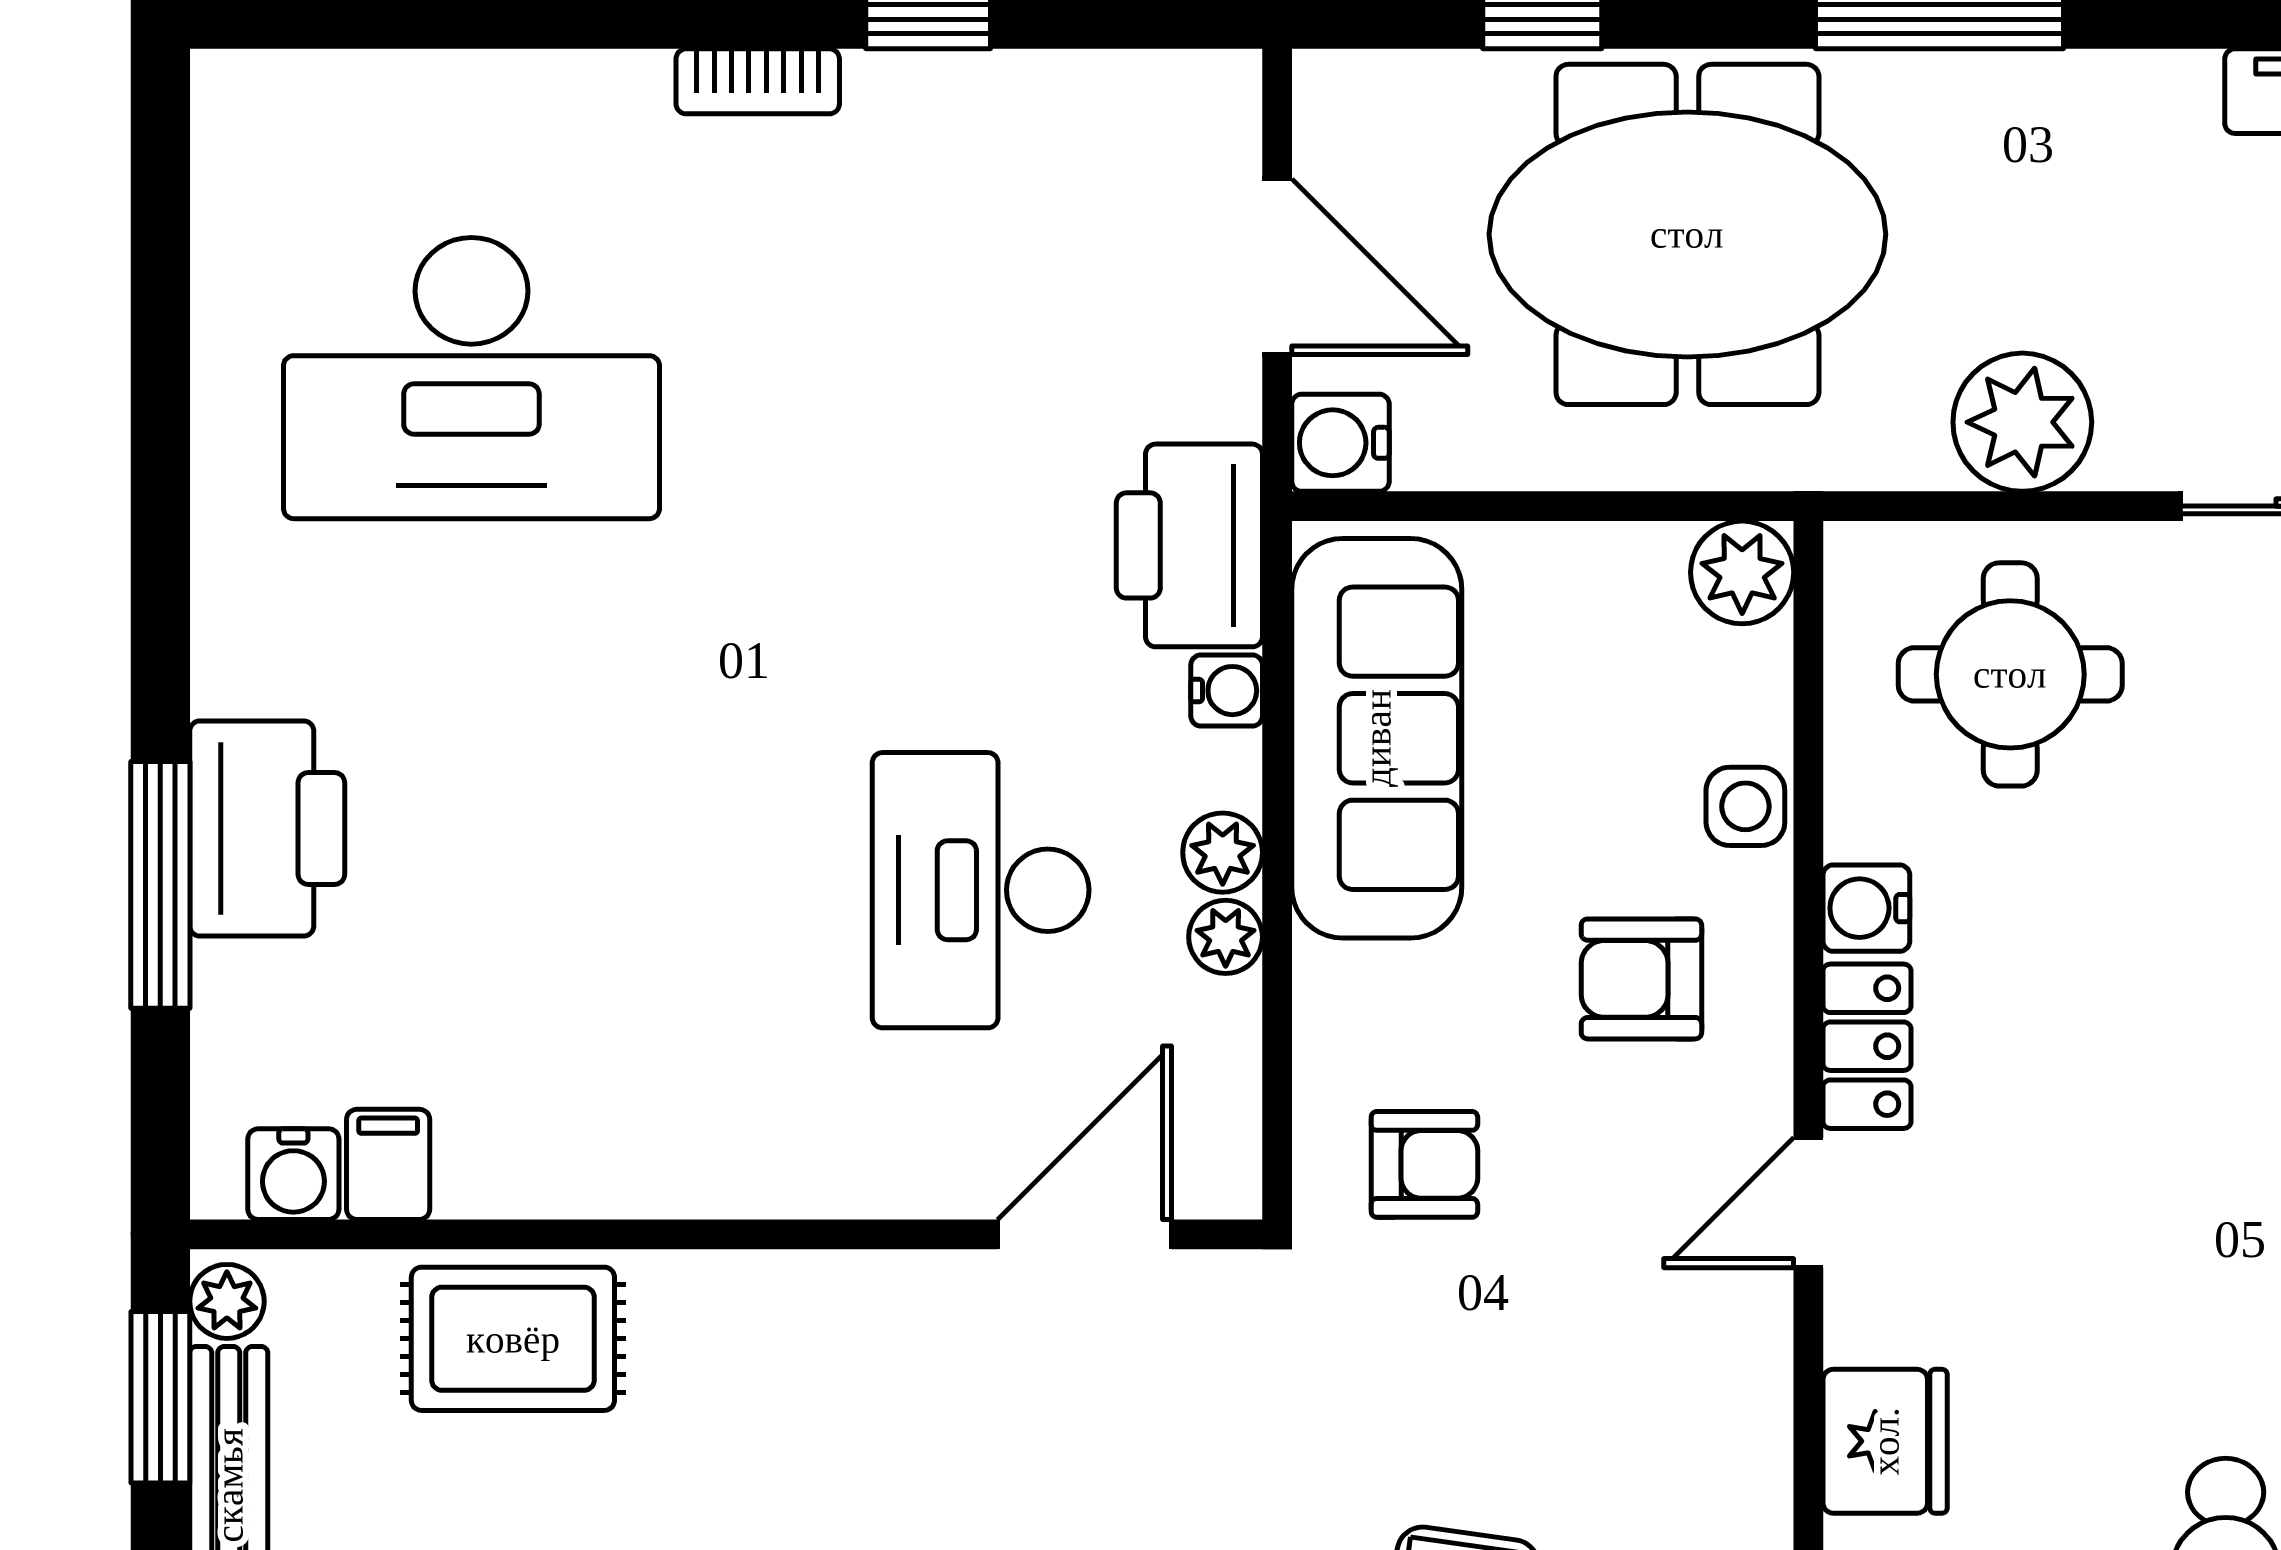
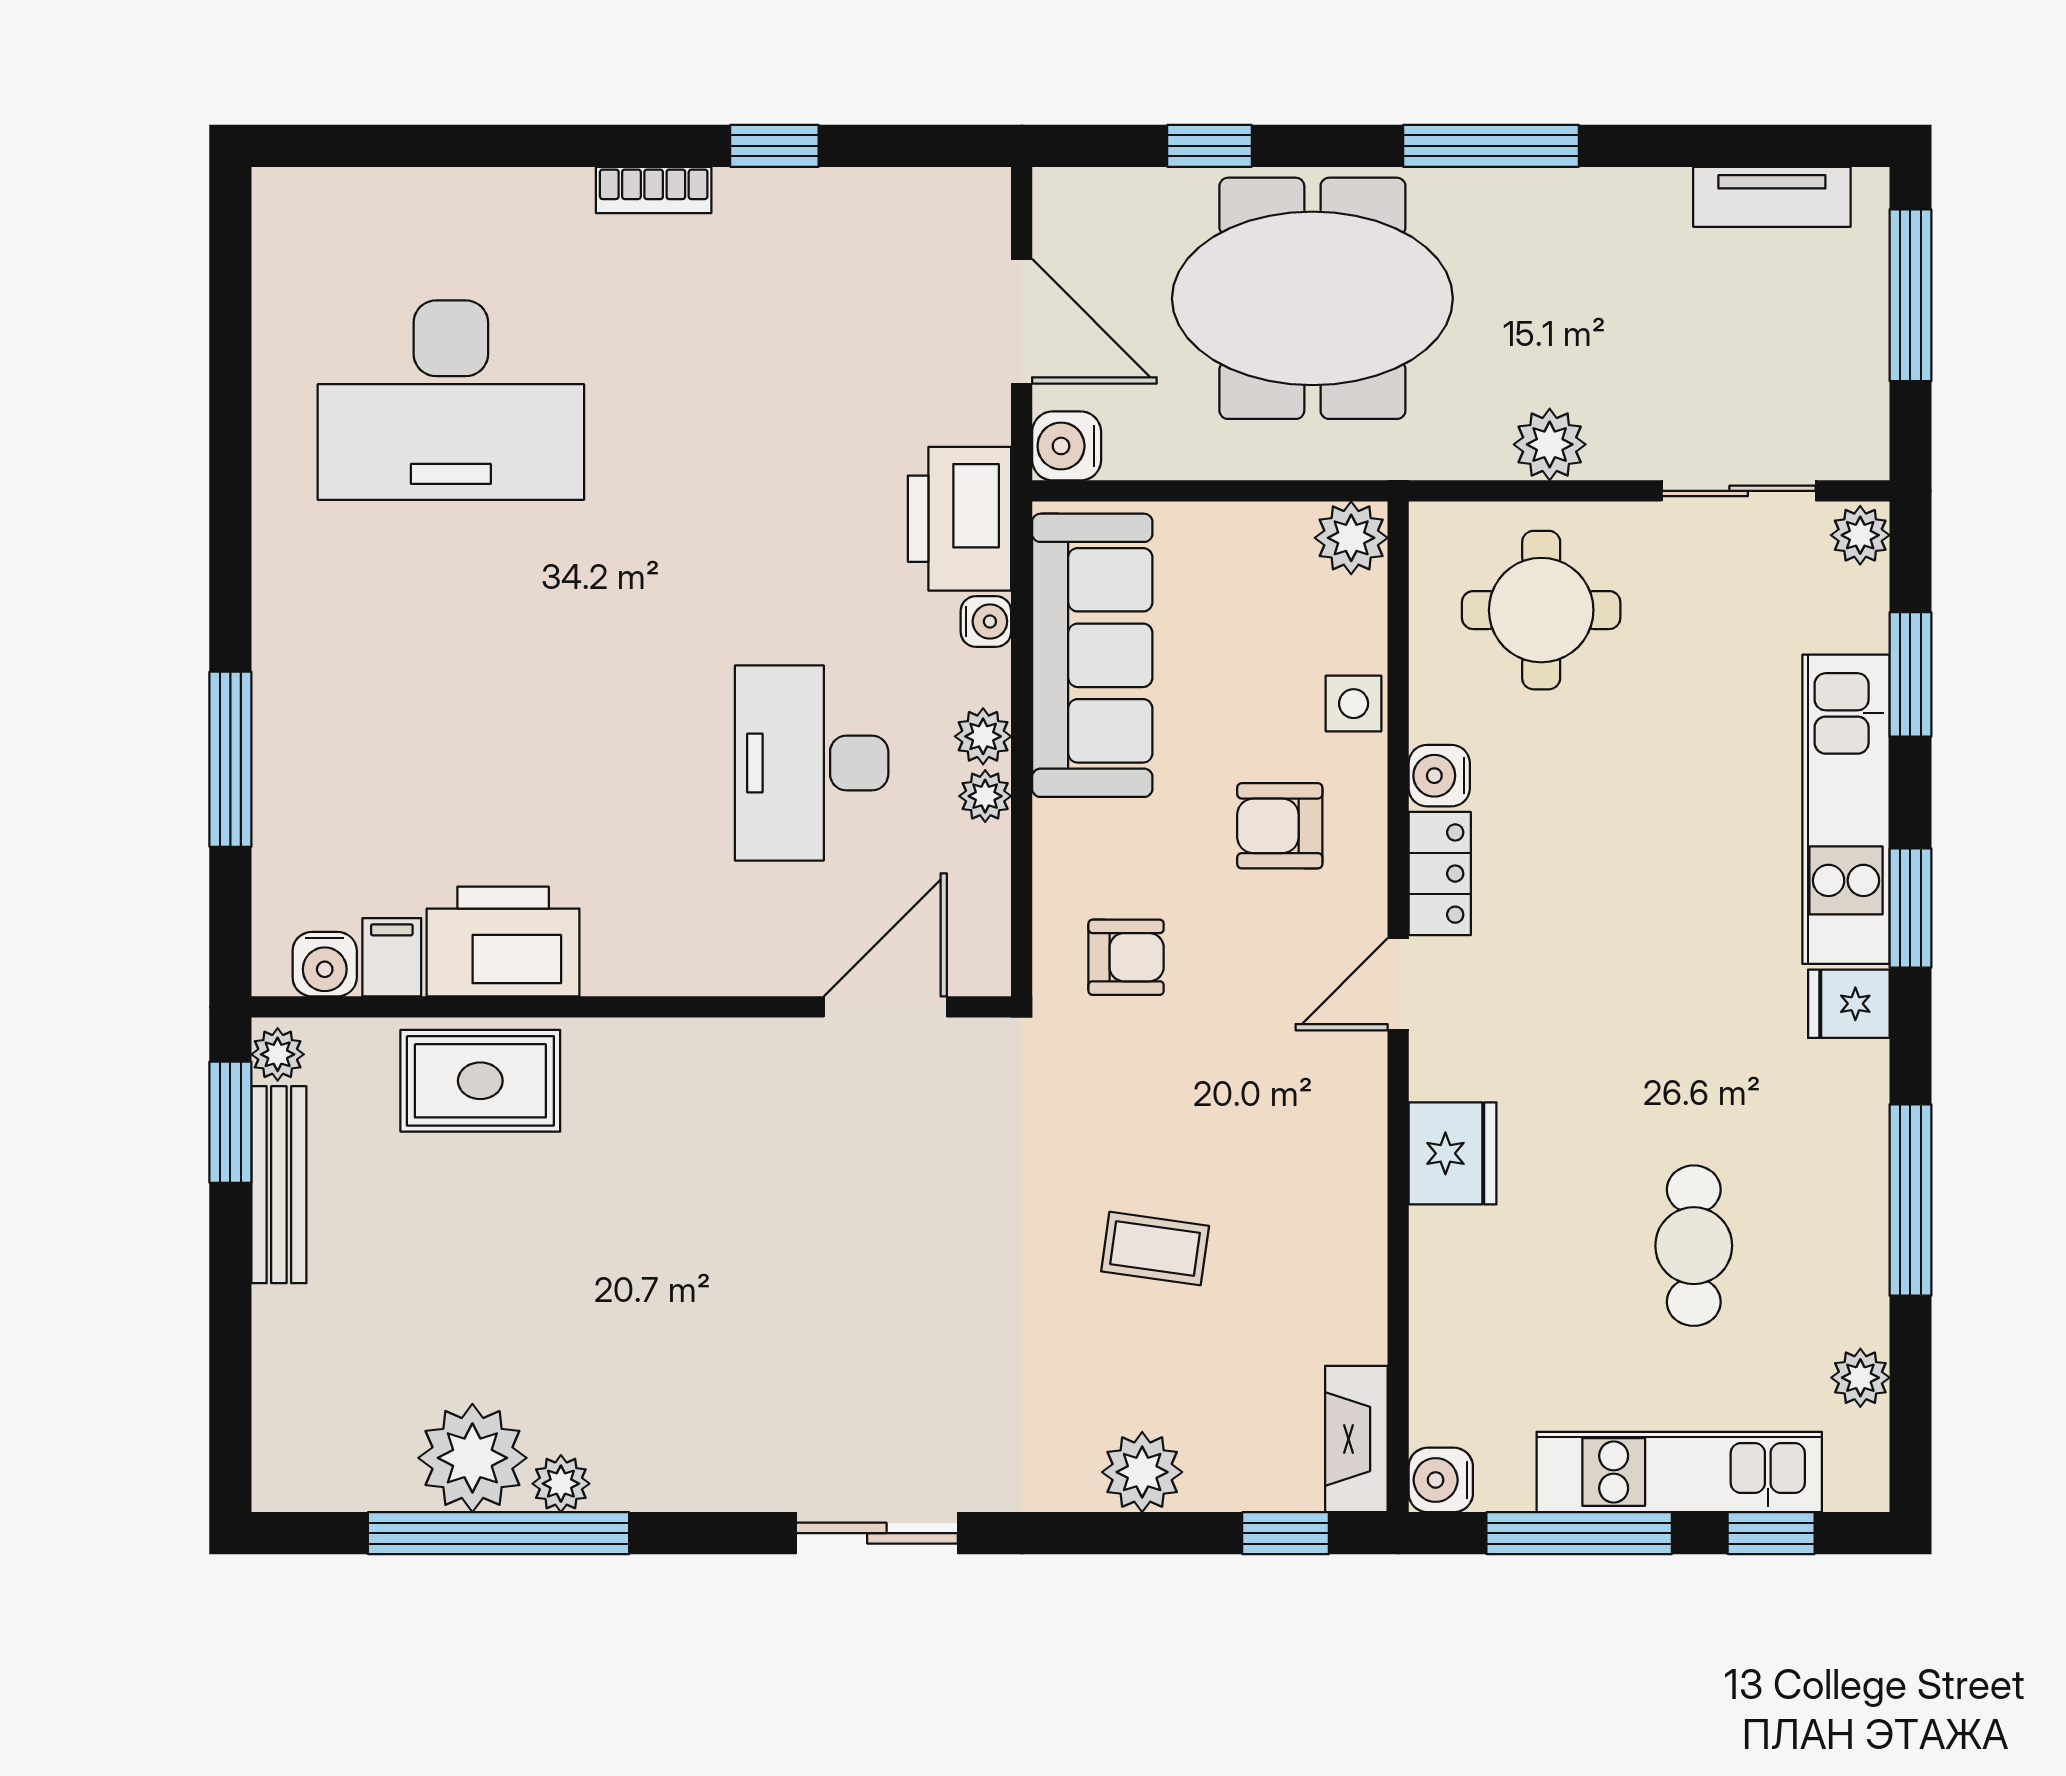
plant: (2022, 422) -> (1550, 444), width x0.73, depth x0.73
printer: (267, 829) -> (503, 941), moved, turned -90

